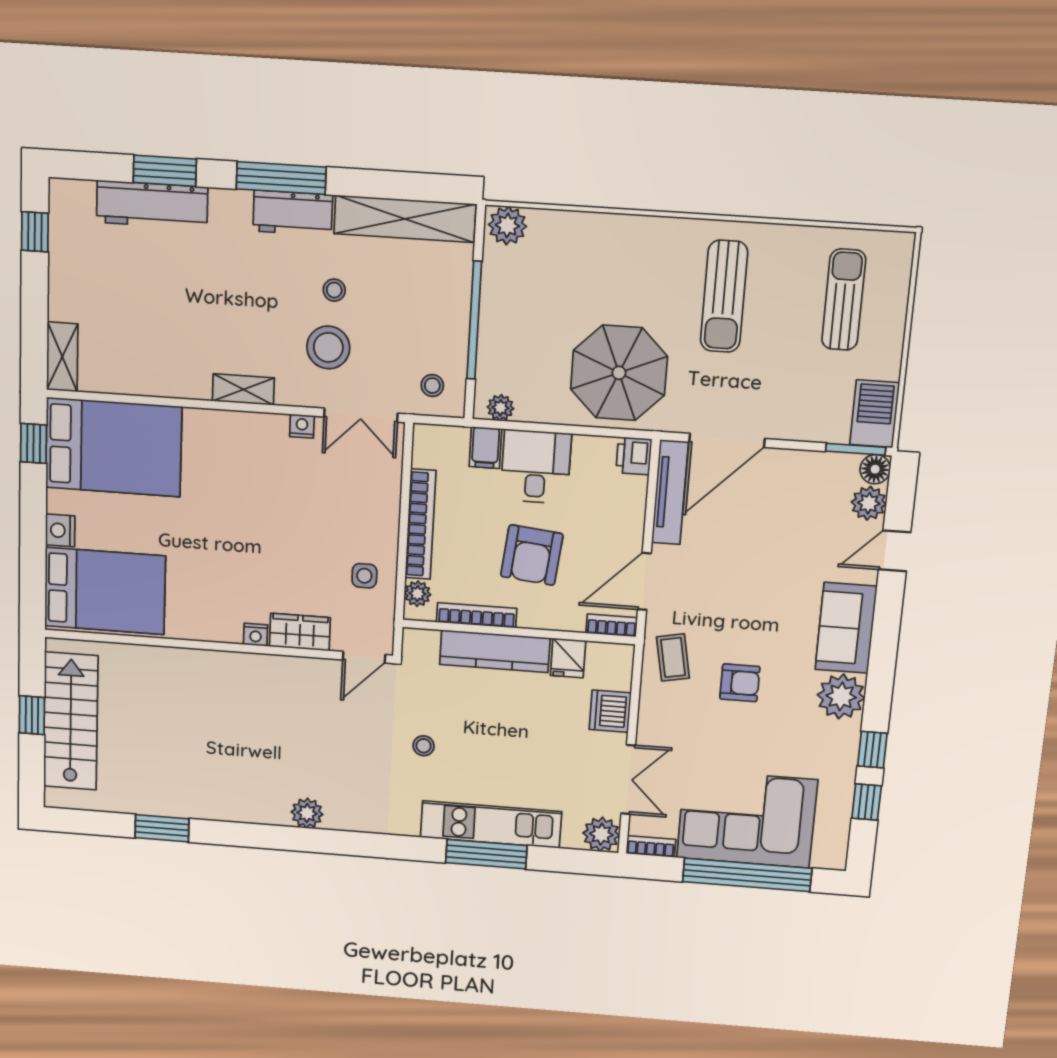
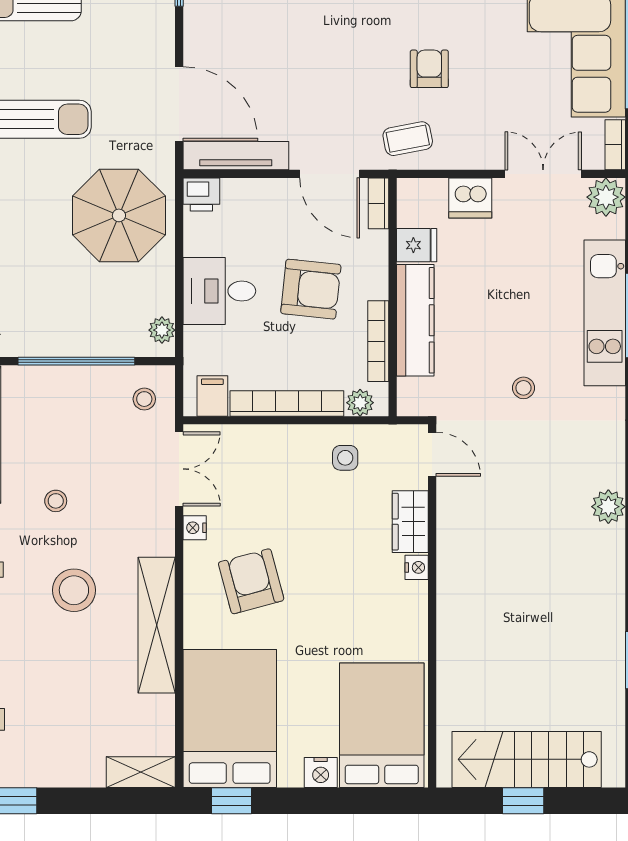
stool: (328, 347) -> (74, 590), moved
shelving: (243, 389) -> (157, 625), width x2.20, depth x1.33
filing cabinet: (485, 448) -> (212, 396), moved, turned -90
armchair: (247, 477) -> (251, 581), added

